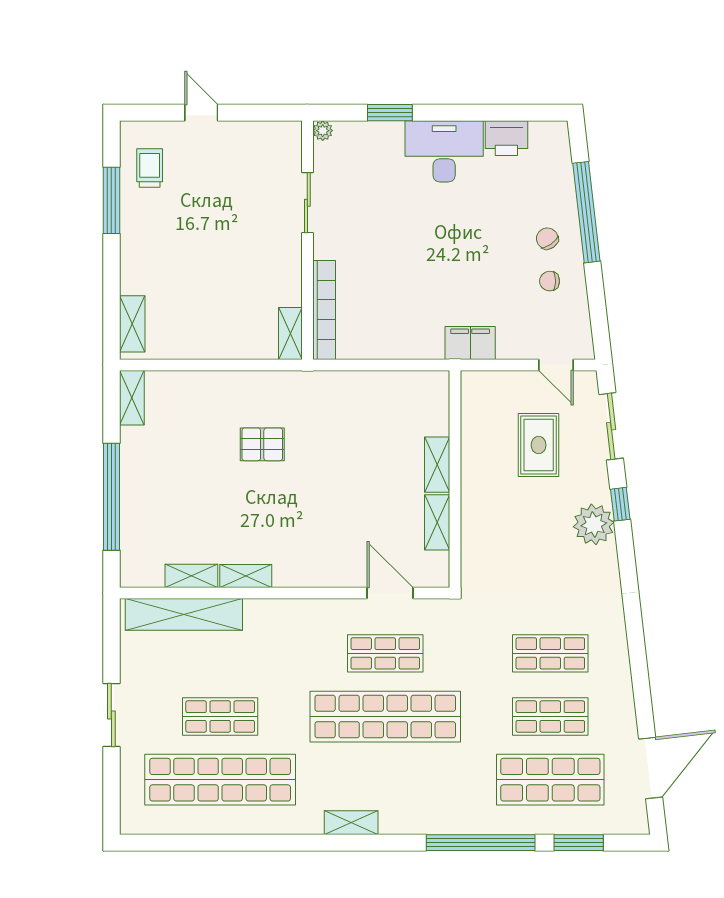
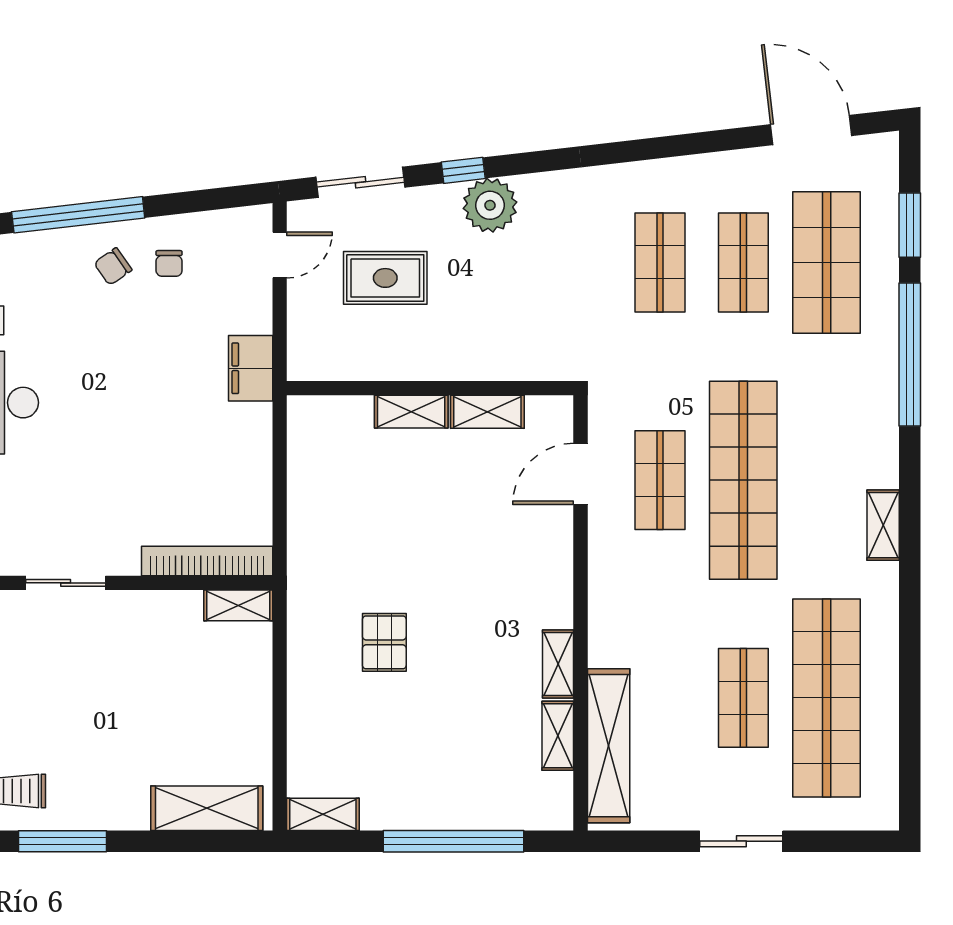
shelving: (132, 324) -> (207, 808), width x1.50, depth x1.33

